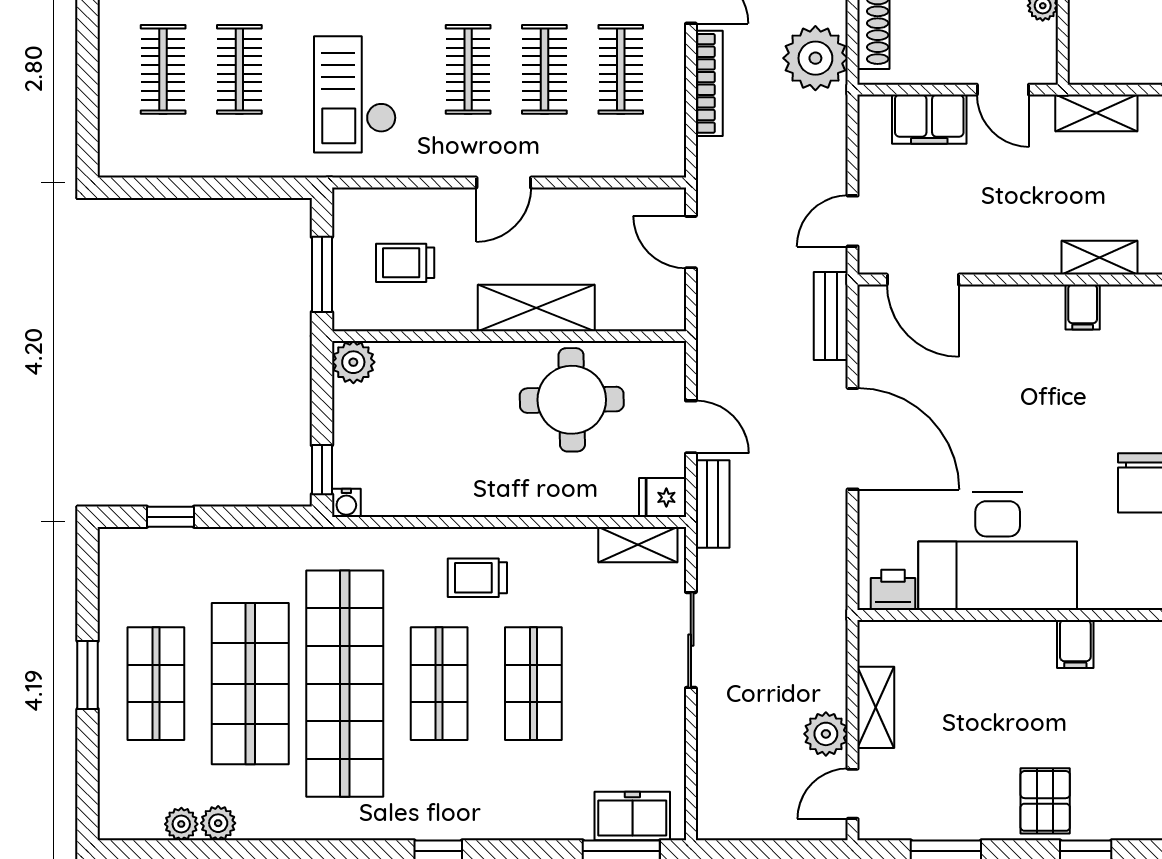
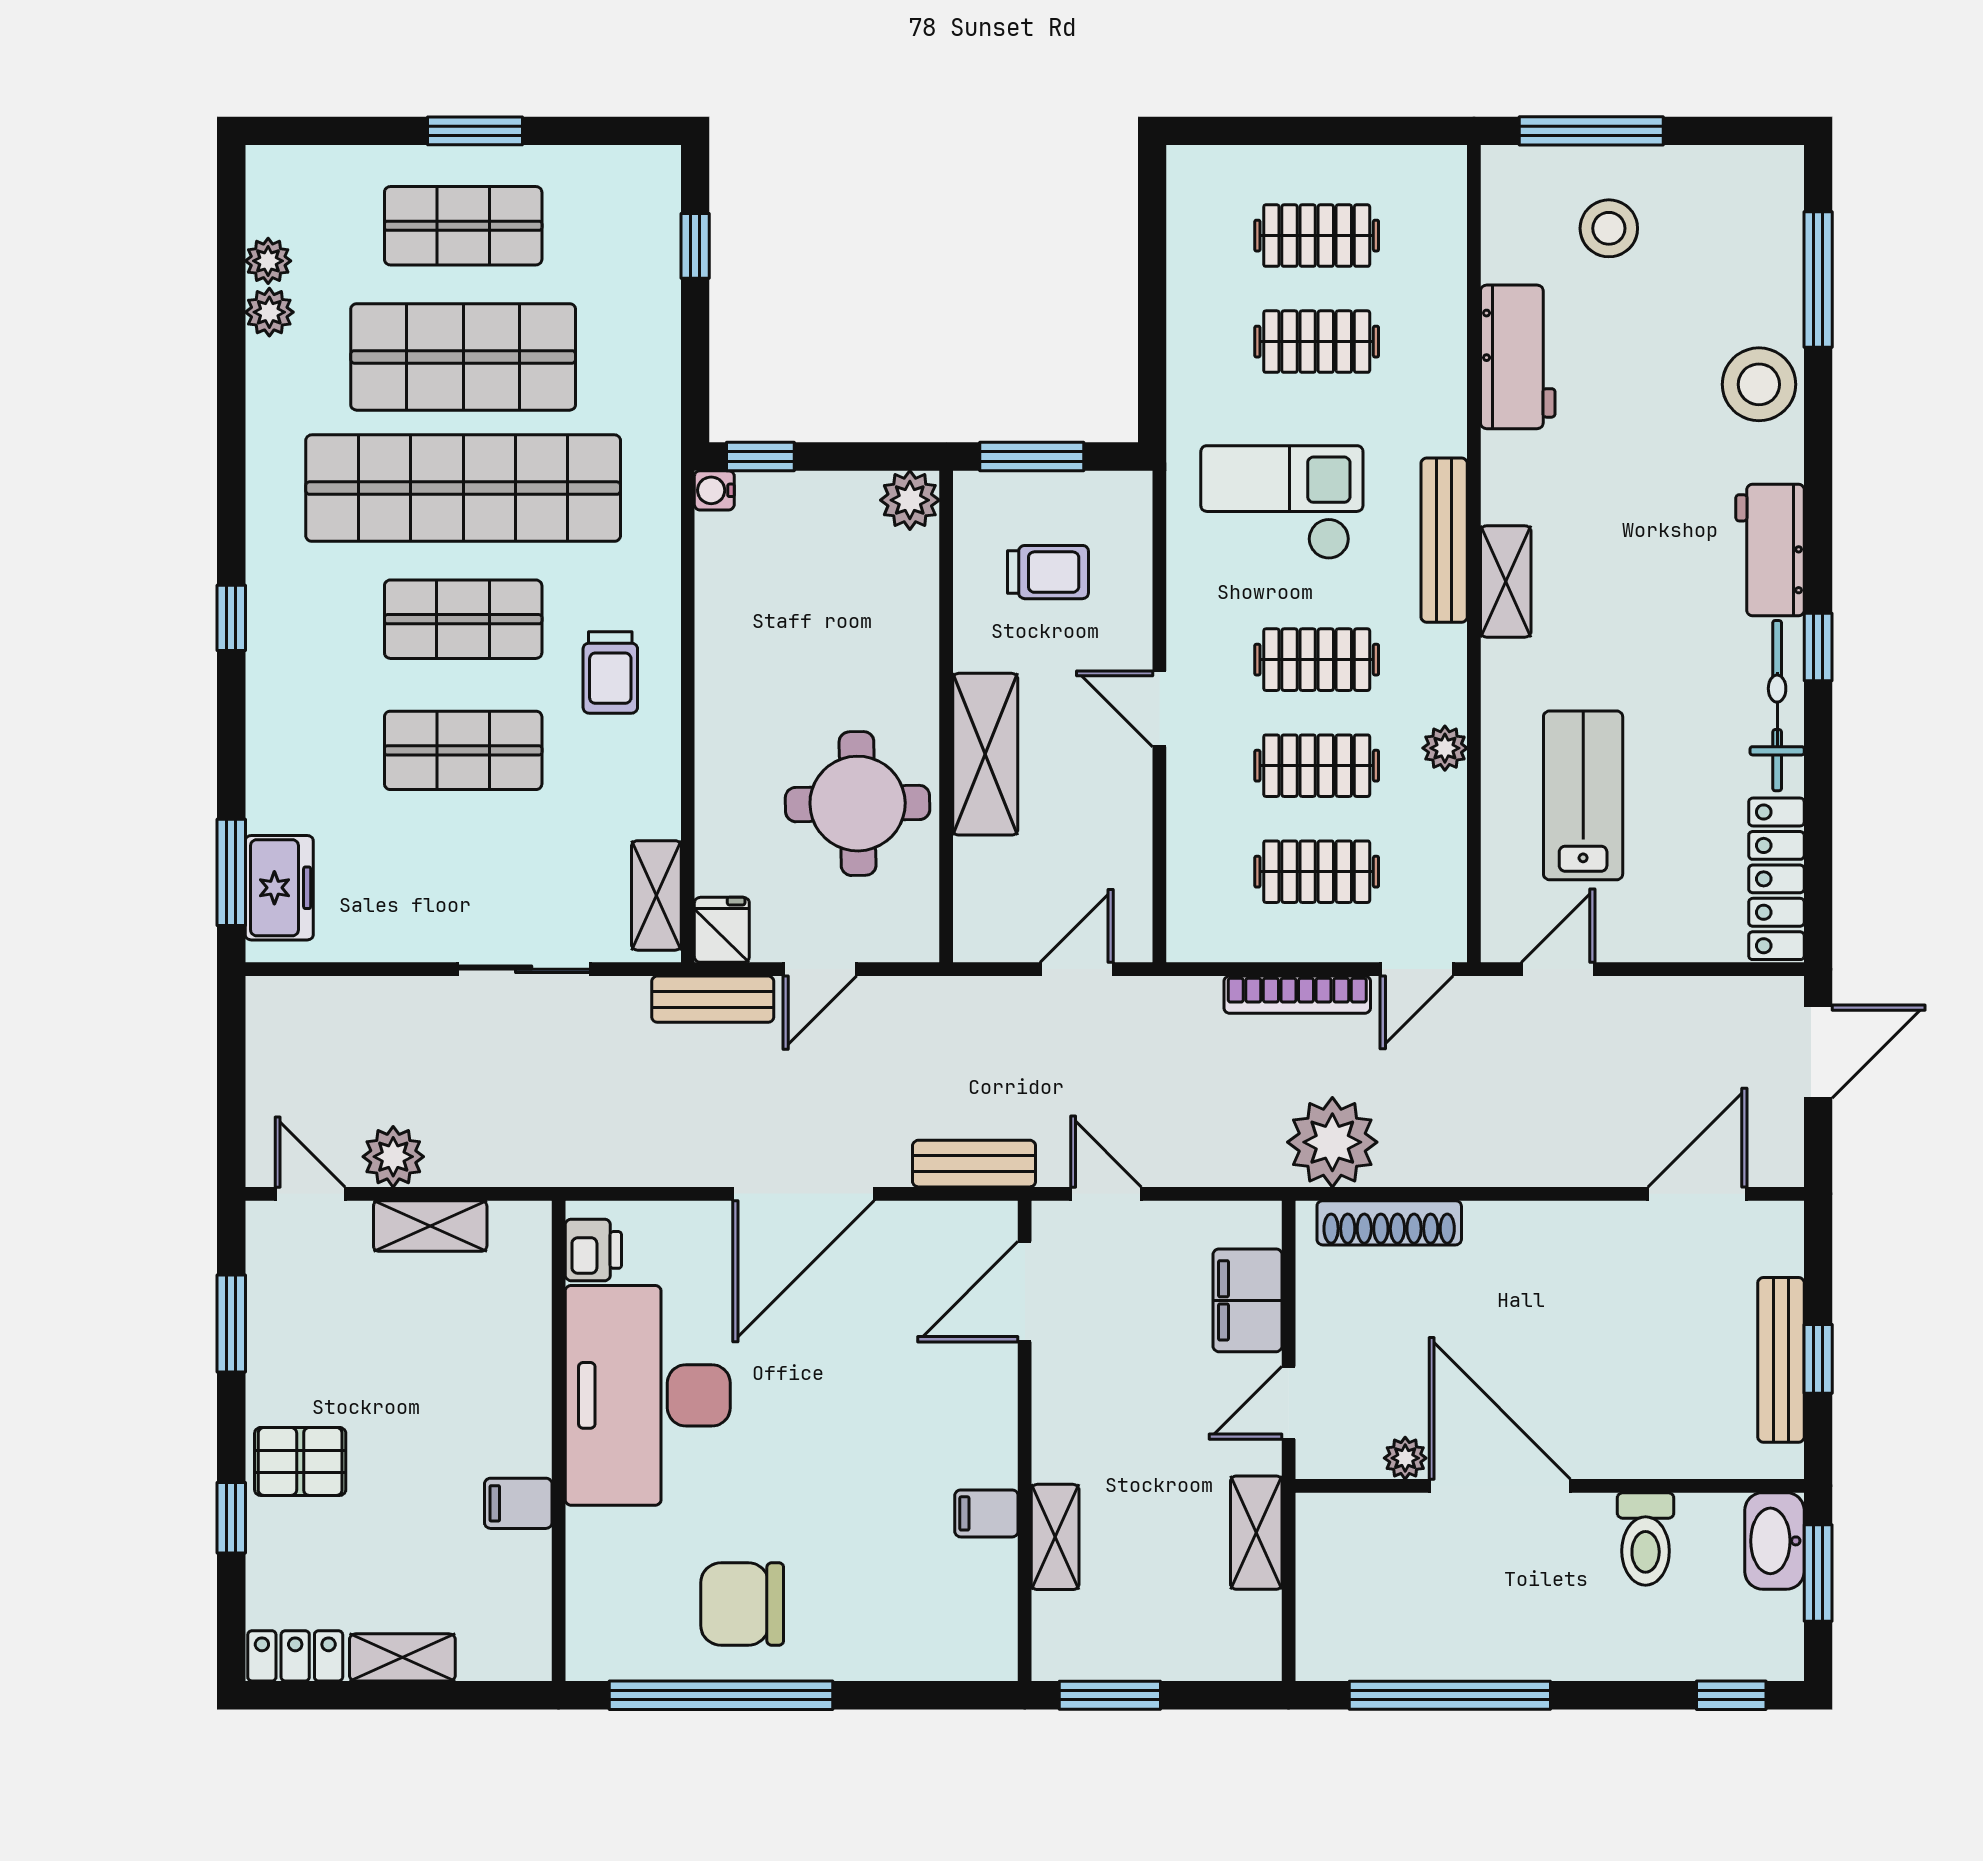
trolley: (405, 263) -> (1048, 572), turned 90
trolley: (477, 578) -> (610, 672), turned 180

